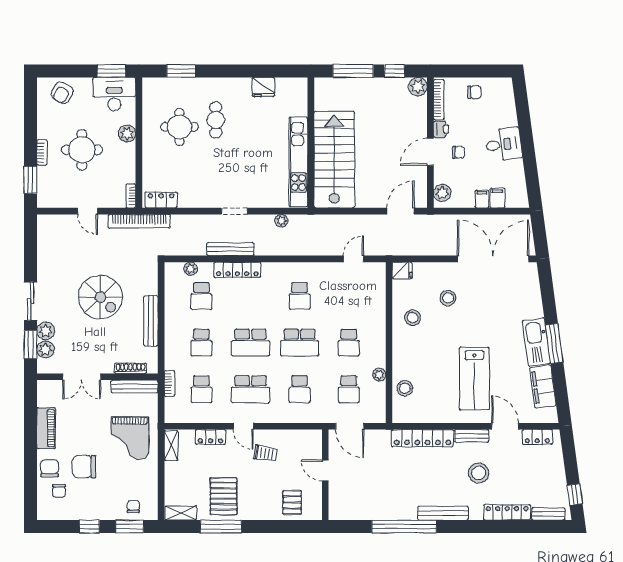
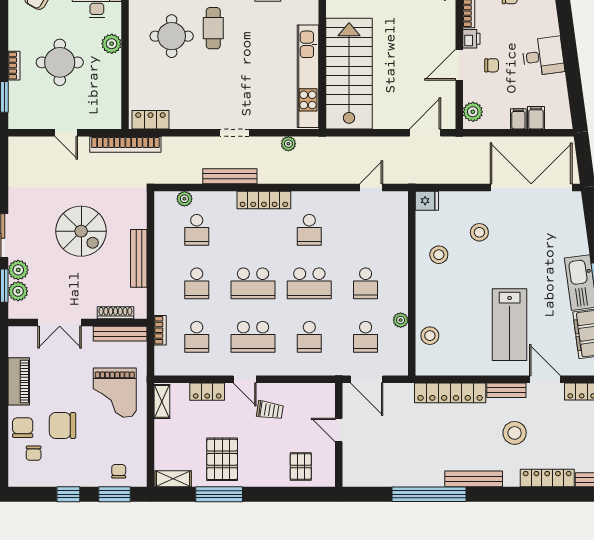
bookcase: (131, 196) -> (116, 115), removed
locker: (237, 270) -> (264, 200), moved

